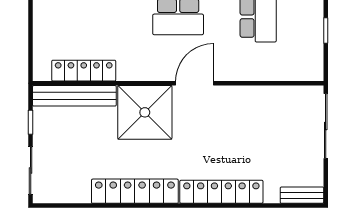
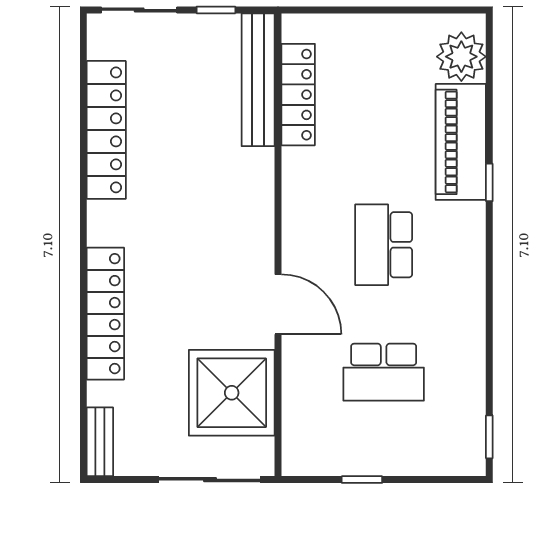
door: (195, 83) -> (278, 304), moved
shower: (145, 112) -> (232, 393), moved
locker: (135, 191) -> (106, 130), moved

